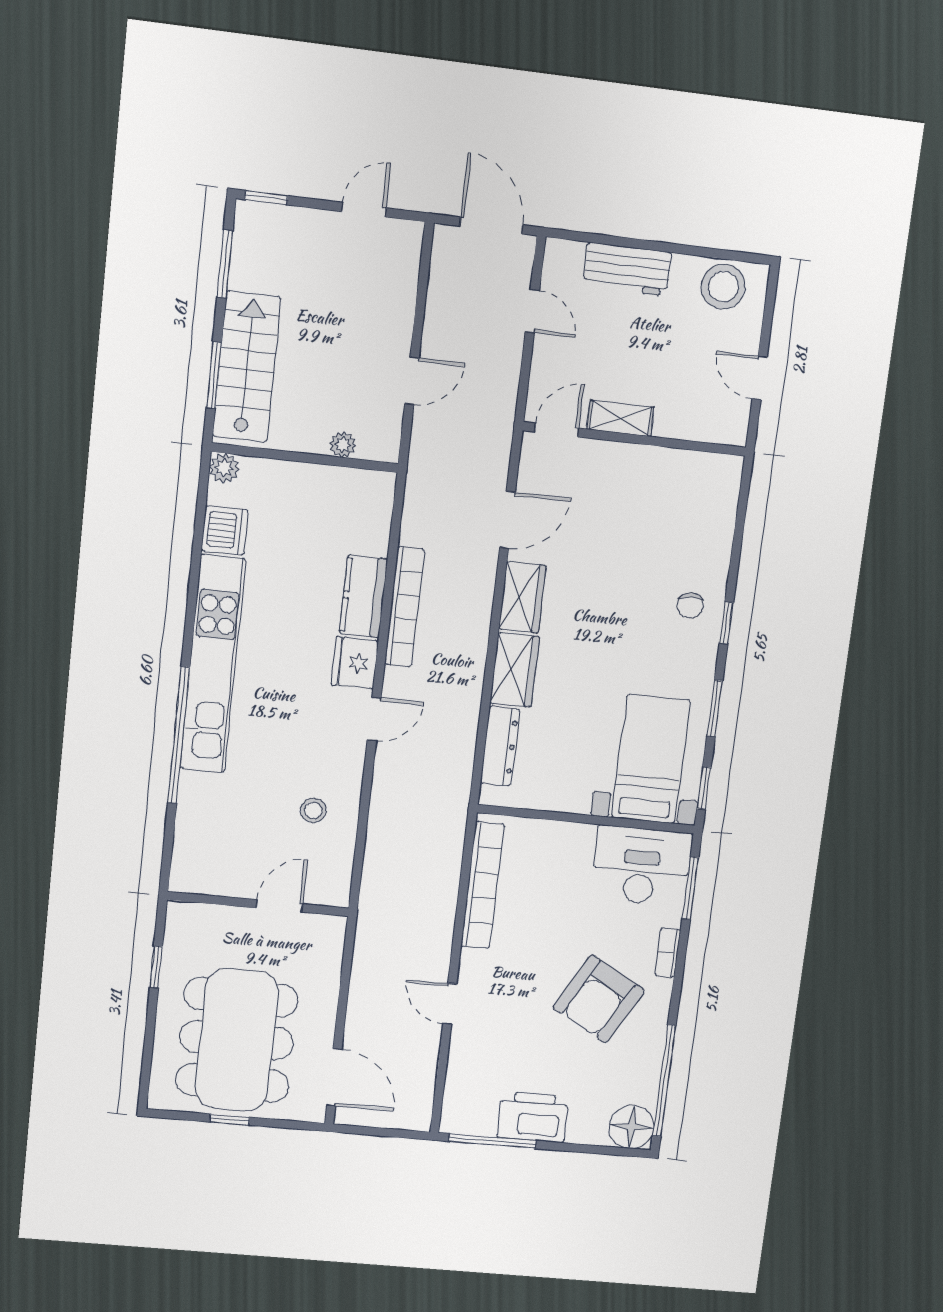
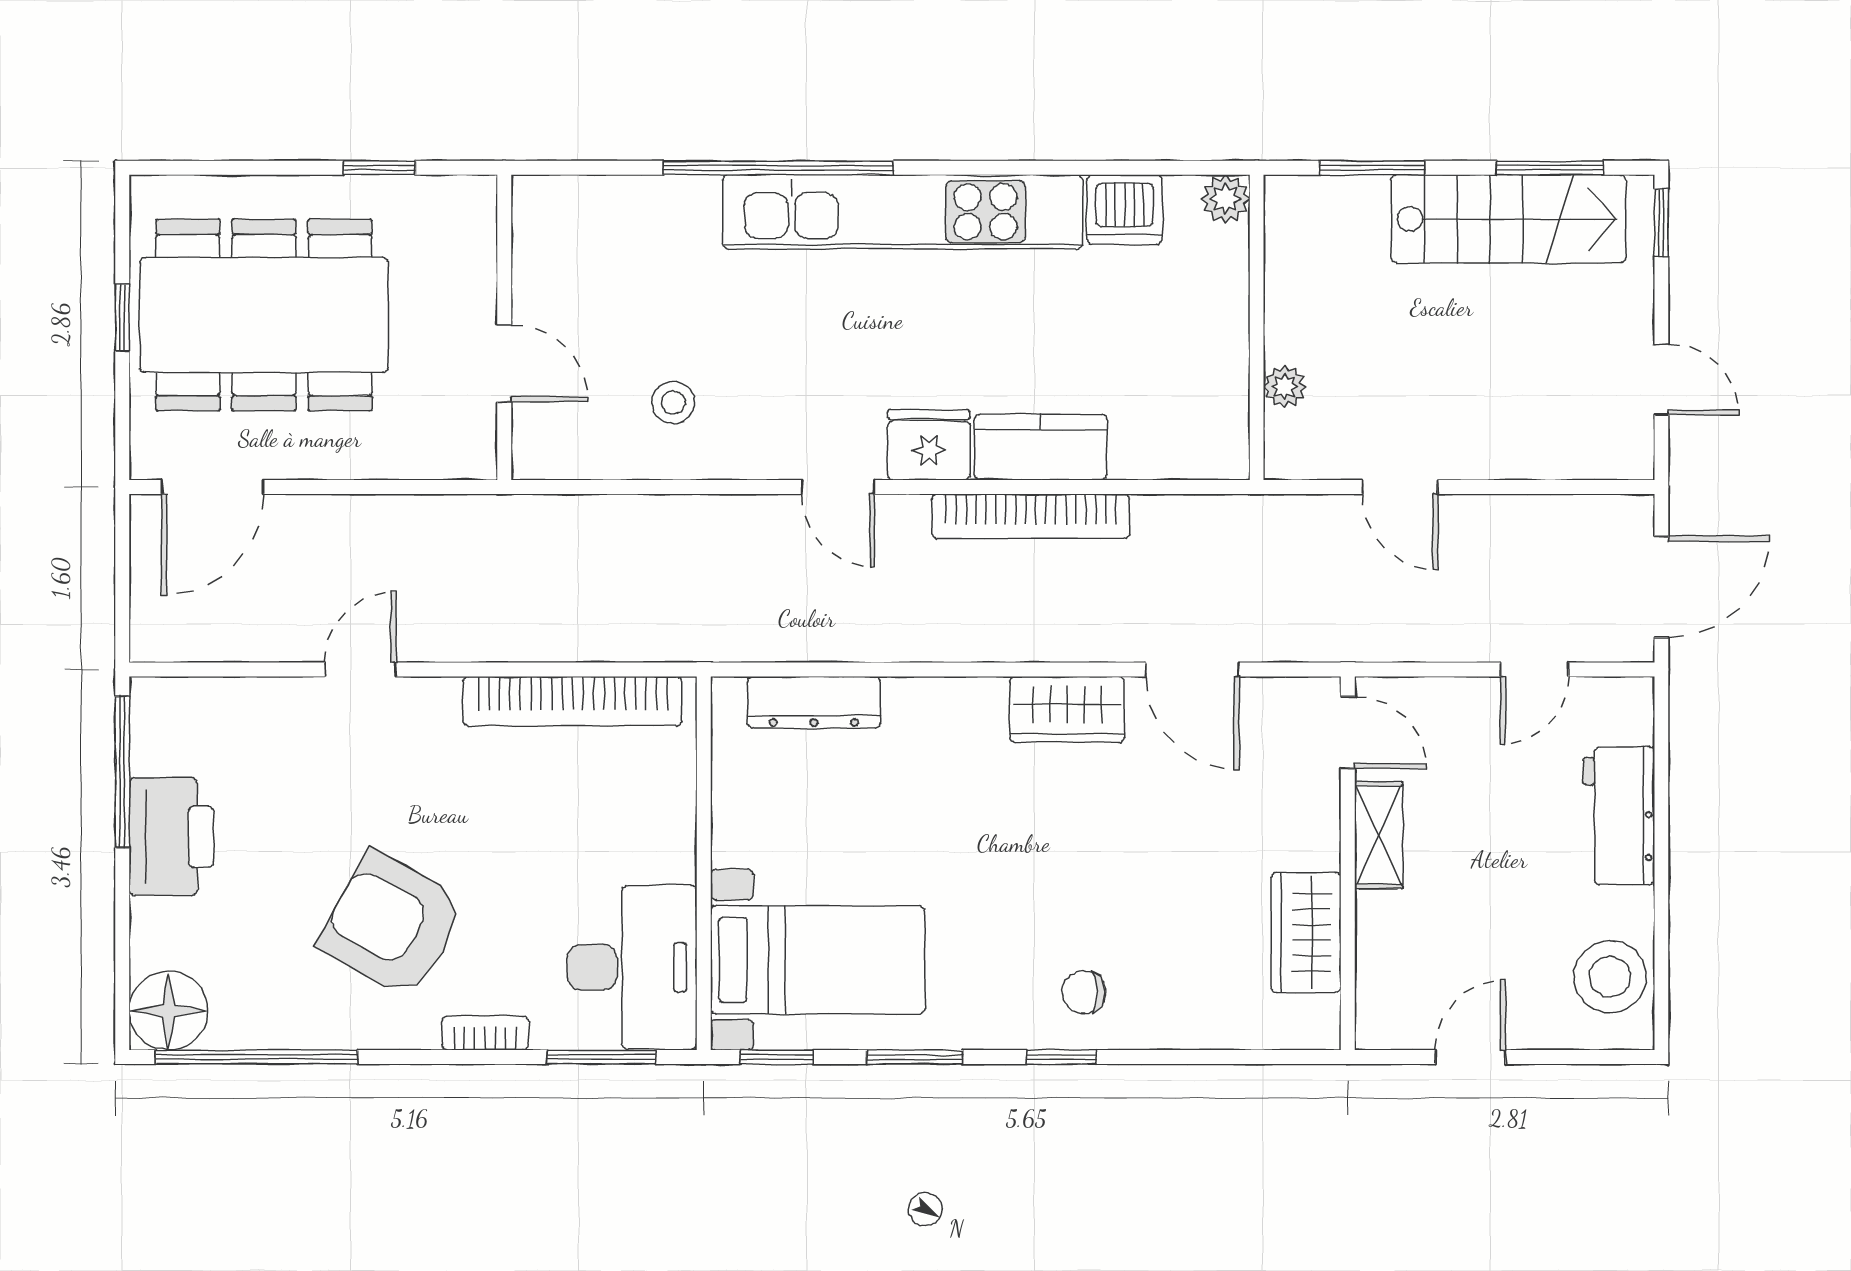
stairs: (247, 367) -> (1508, 219), moved
wardrobe: (515, 670) -> (1306, 932), moved, turned 90

